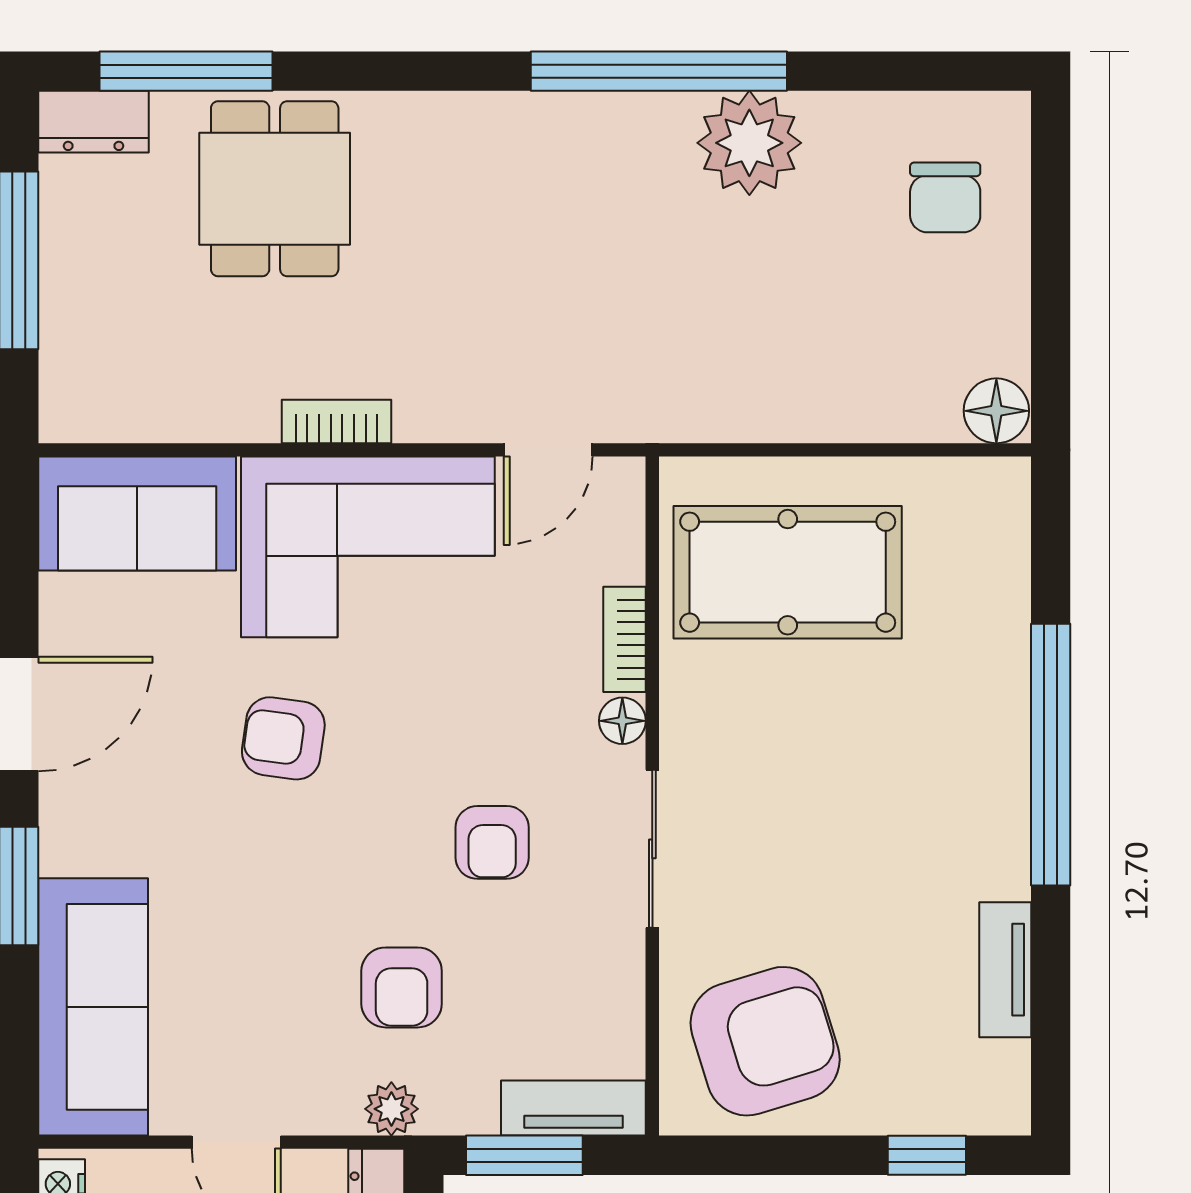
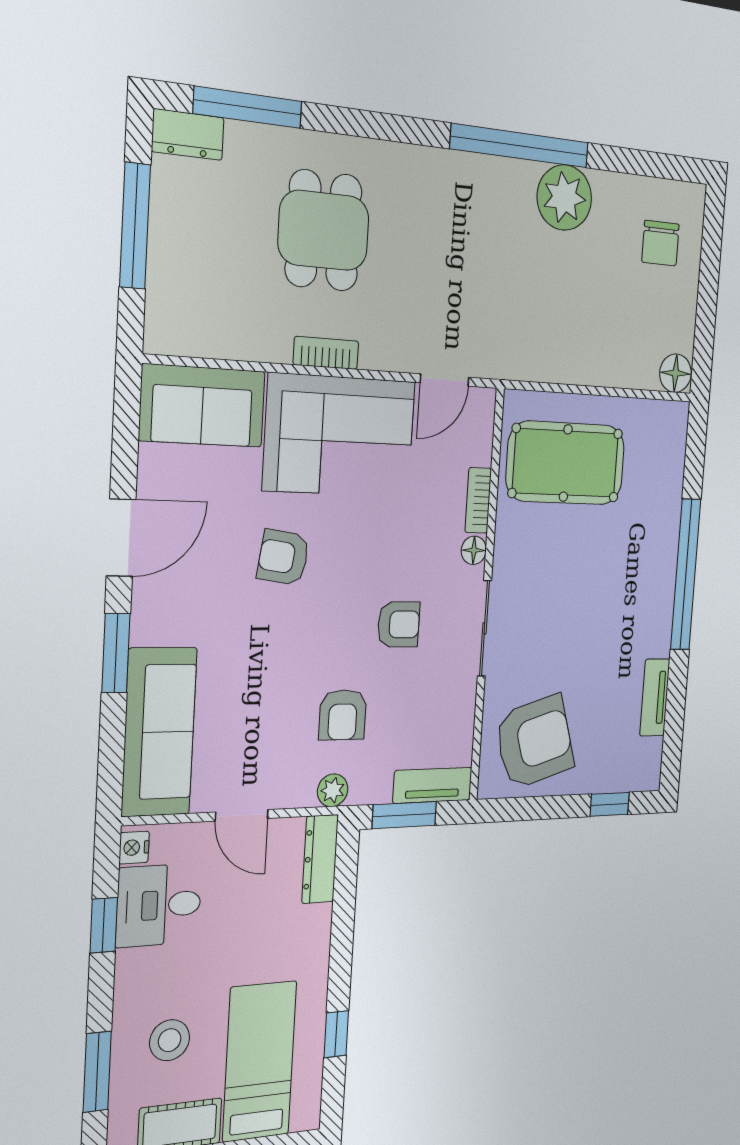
dining table: (275, 189) -> (324, 230), moved
armchair: (492, 842) -> (399, 624), turned -90

